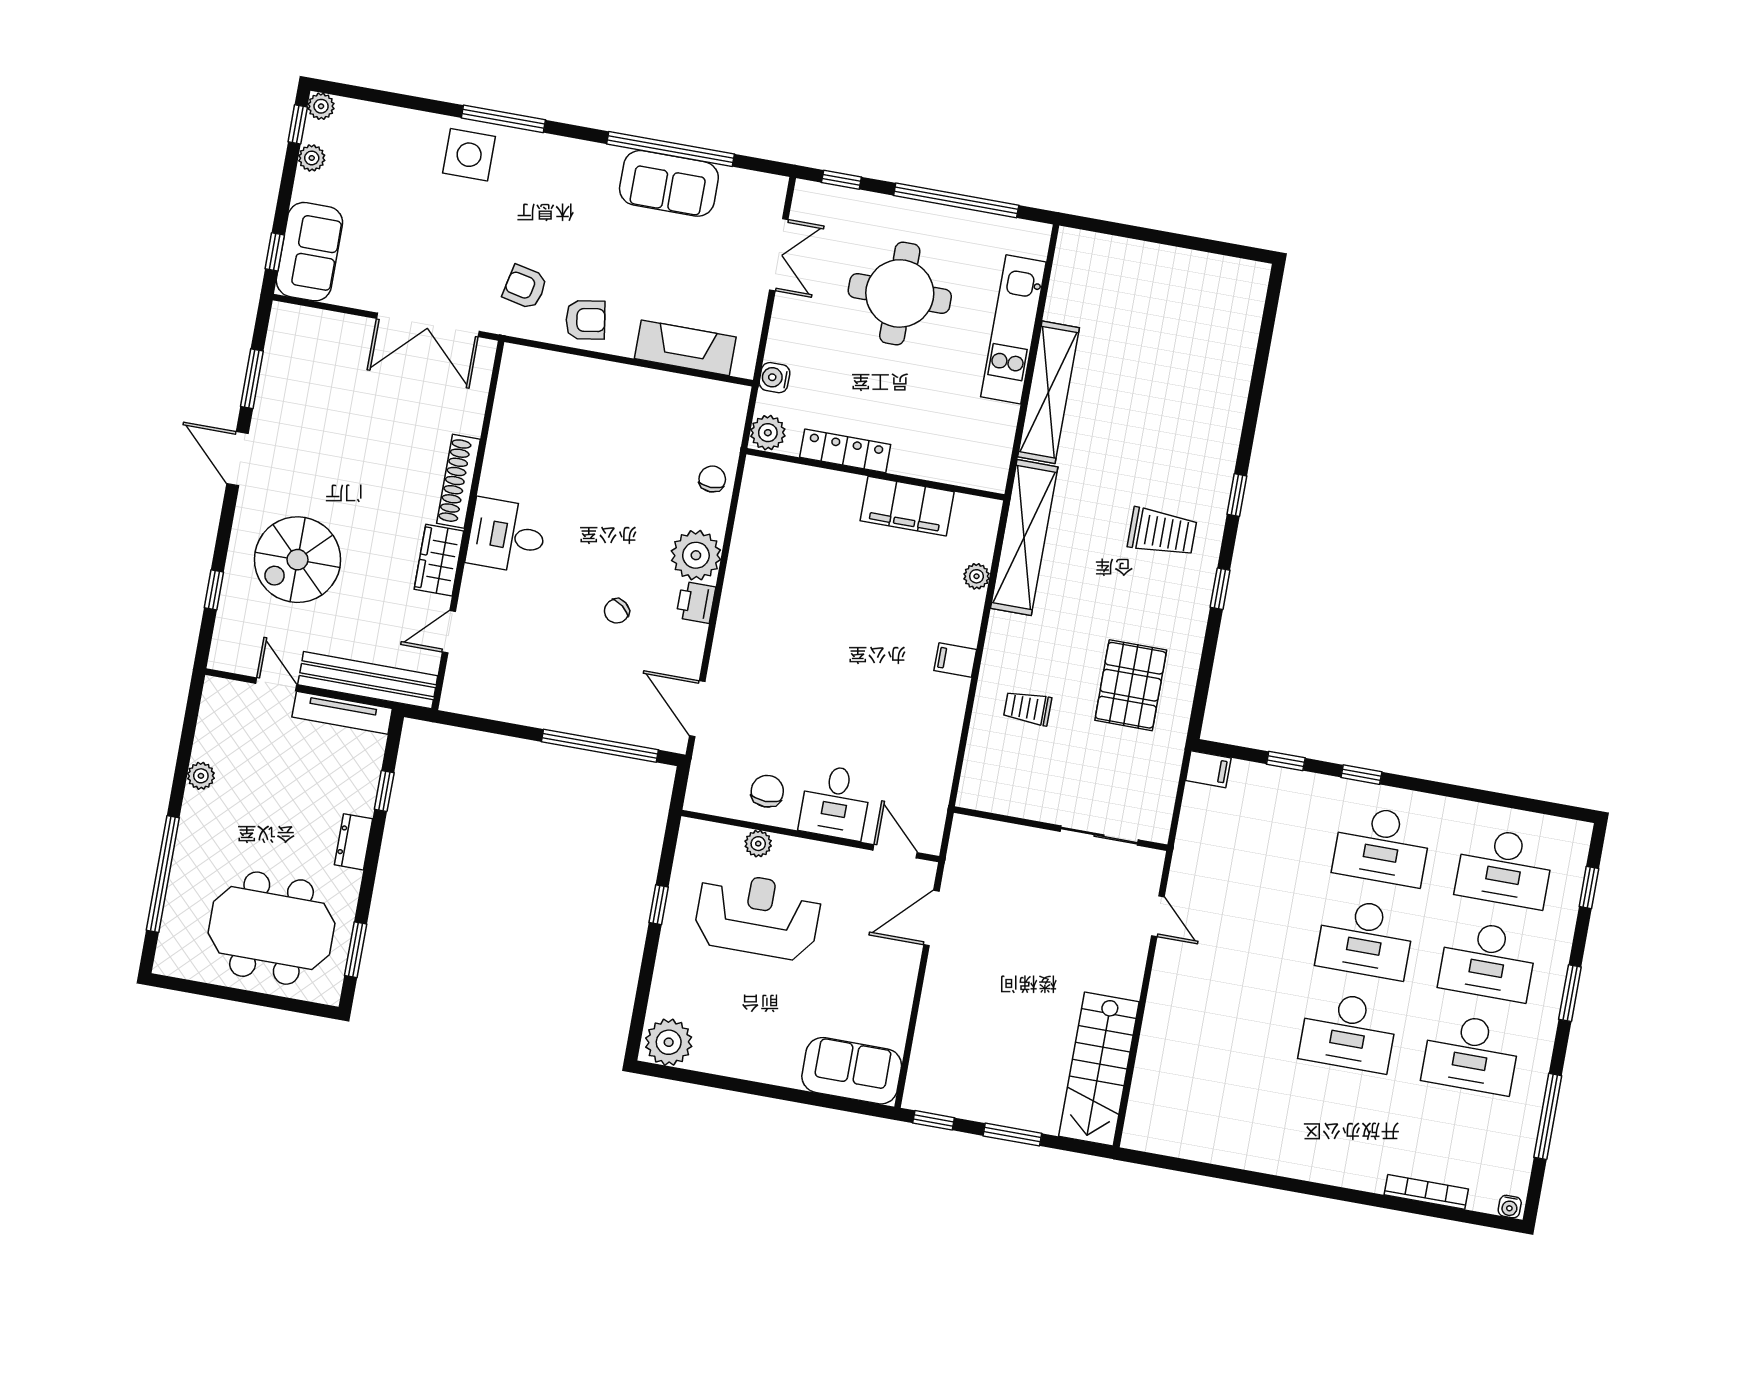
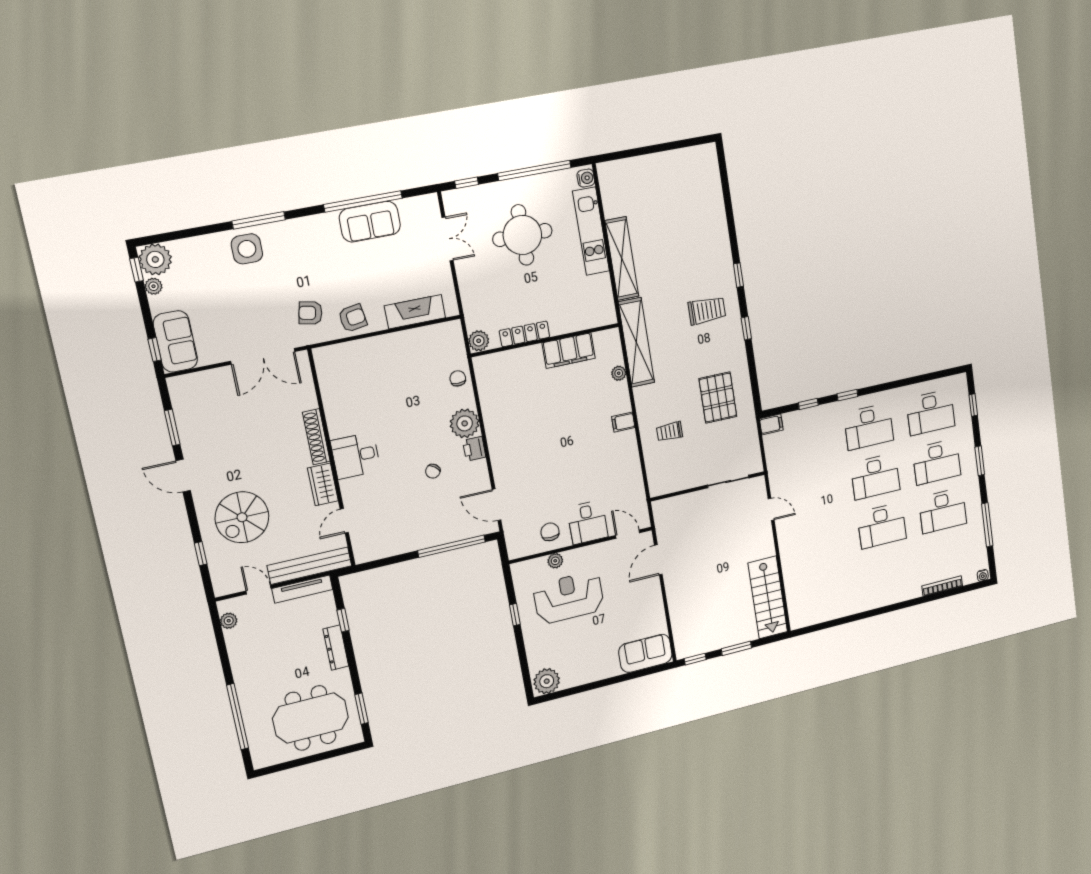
plant: (321, 106) -> (155, 259), width x1.87, depth x1.87
water cooler: (774, 378) -> (586, 178), moved, turned 180
plant: (201, 776) -> (229, 621), moved
dresser: (354, 842) -> (336, 648), width x1.44

